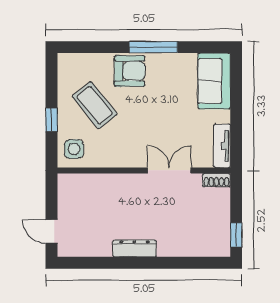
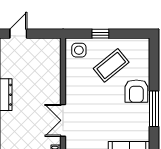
double door: (169, 170) -> (63, 120), swing flipped

